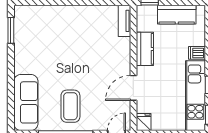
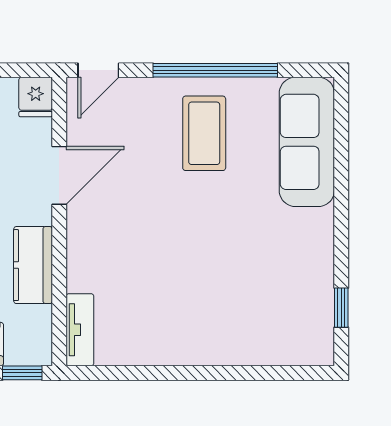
window: (11, 30) -> (341, 308), width x0.67

